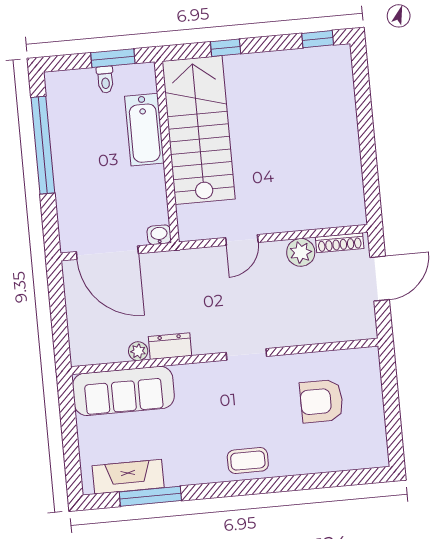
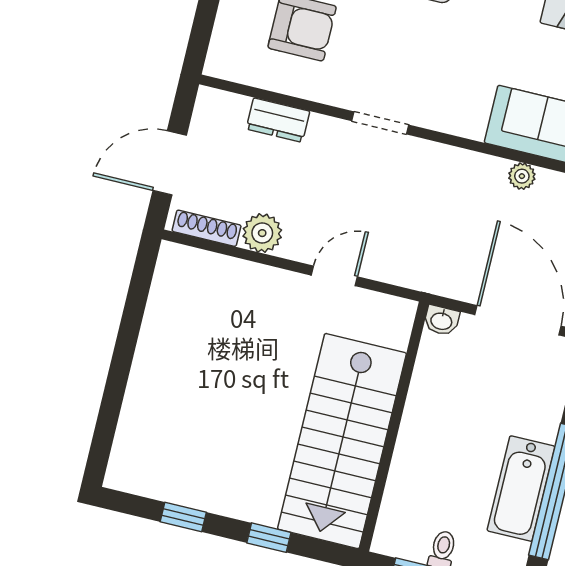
window: (318, 39) -> (183, 517), moved
bathtub: (144, 130) -> (521, 489), moved, turned 180
dresser: (170, 346) -> (278, 120), moved

